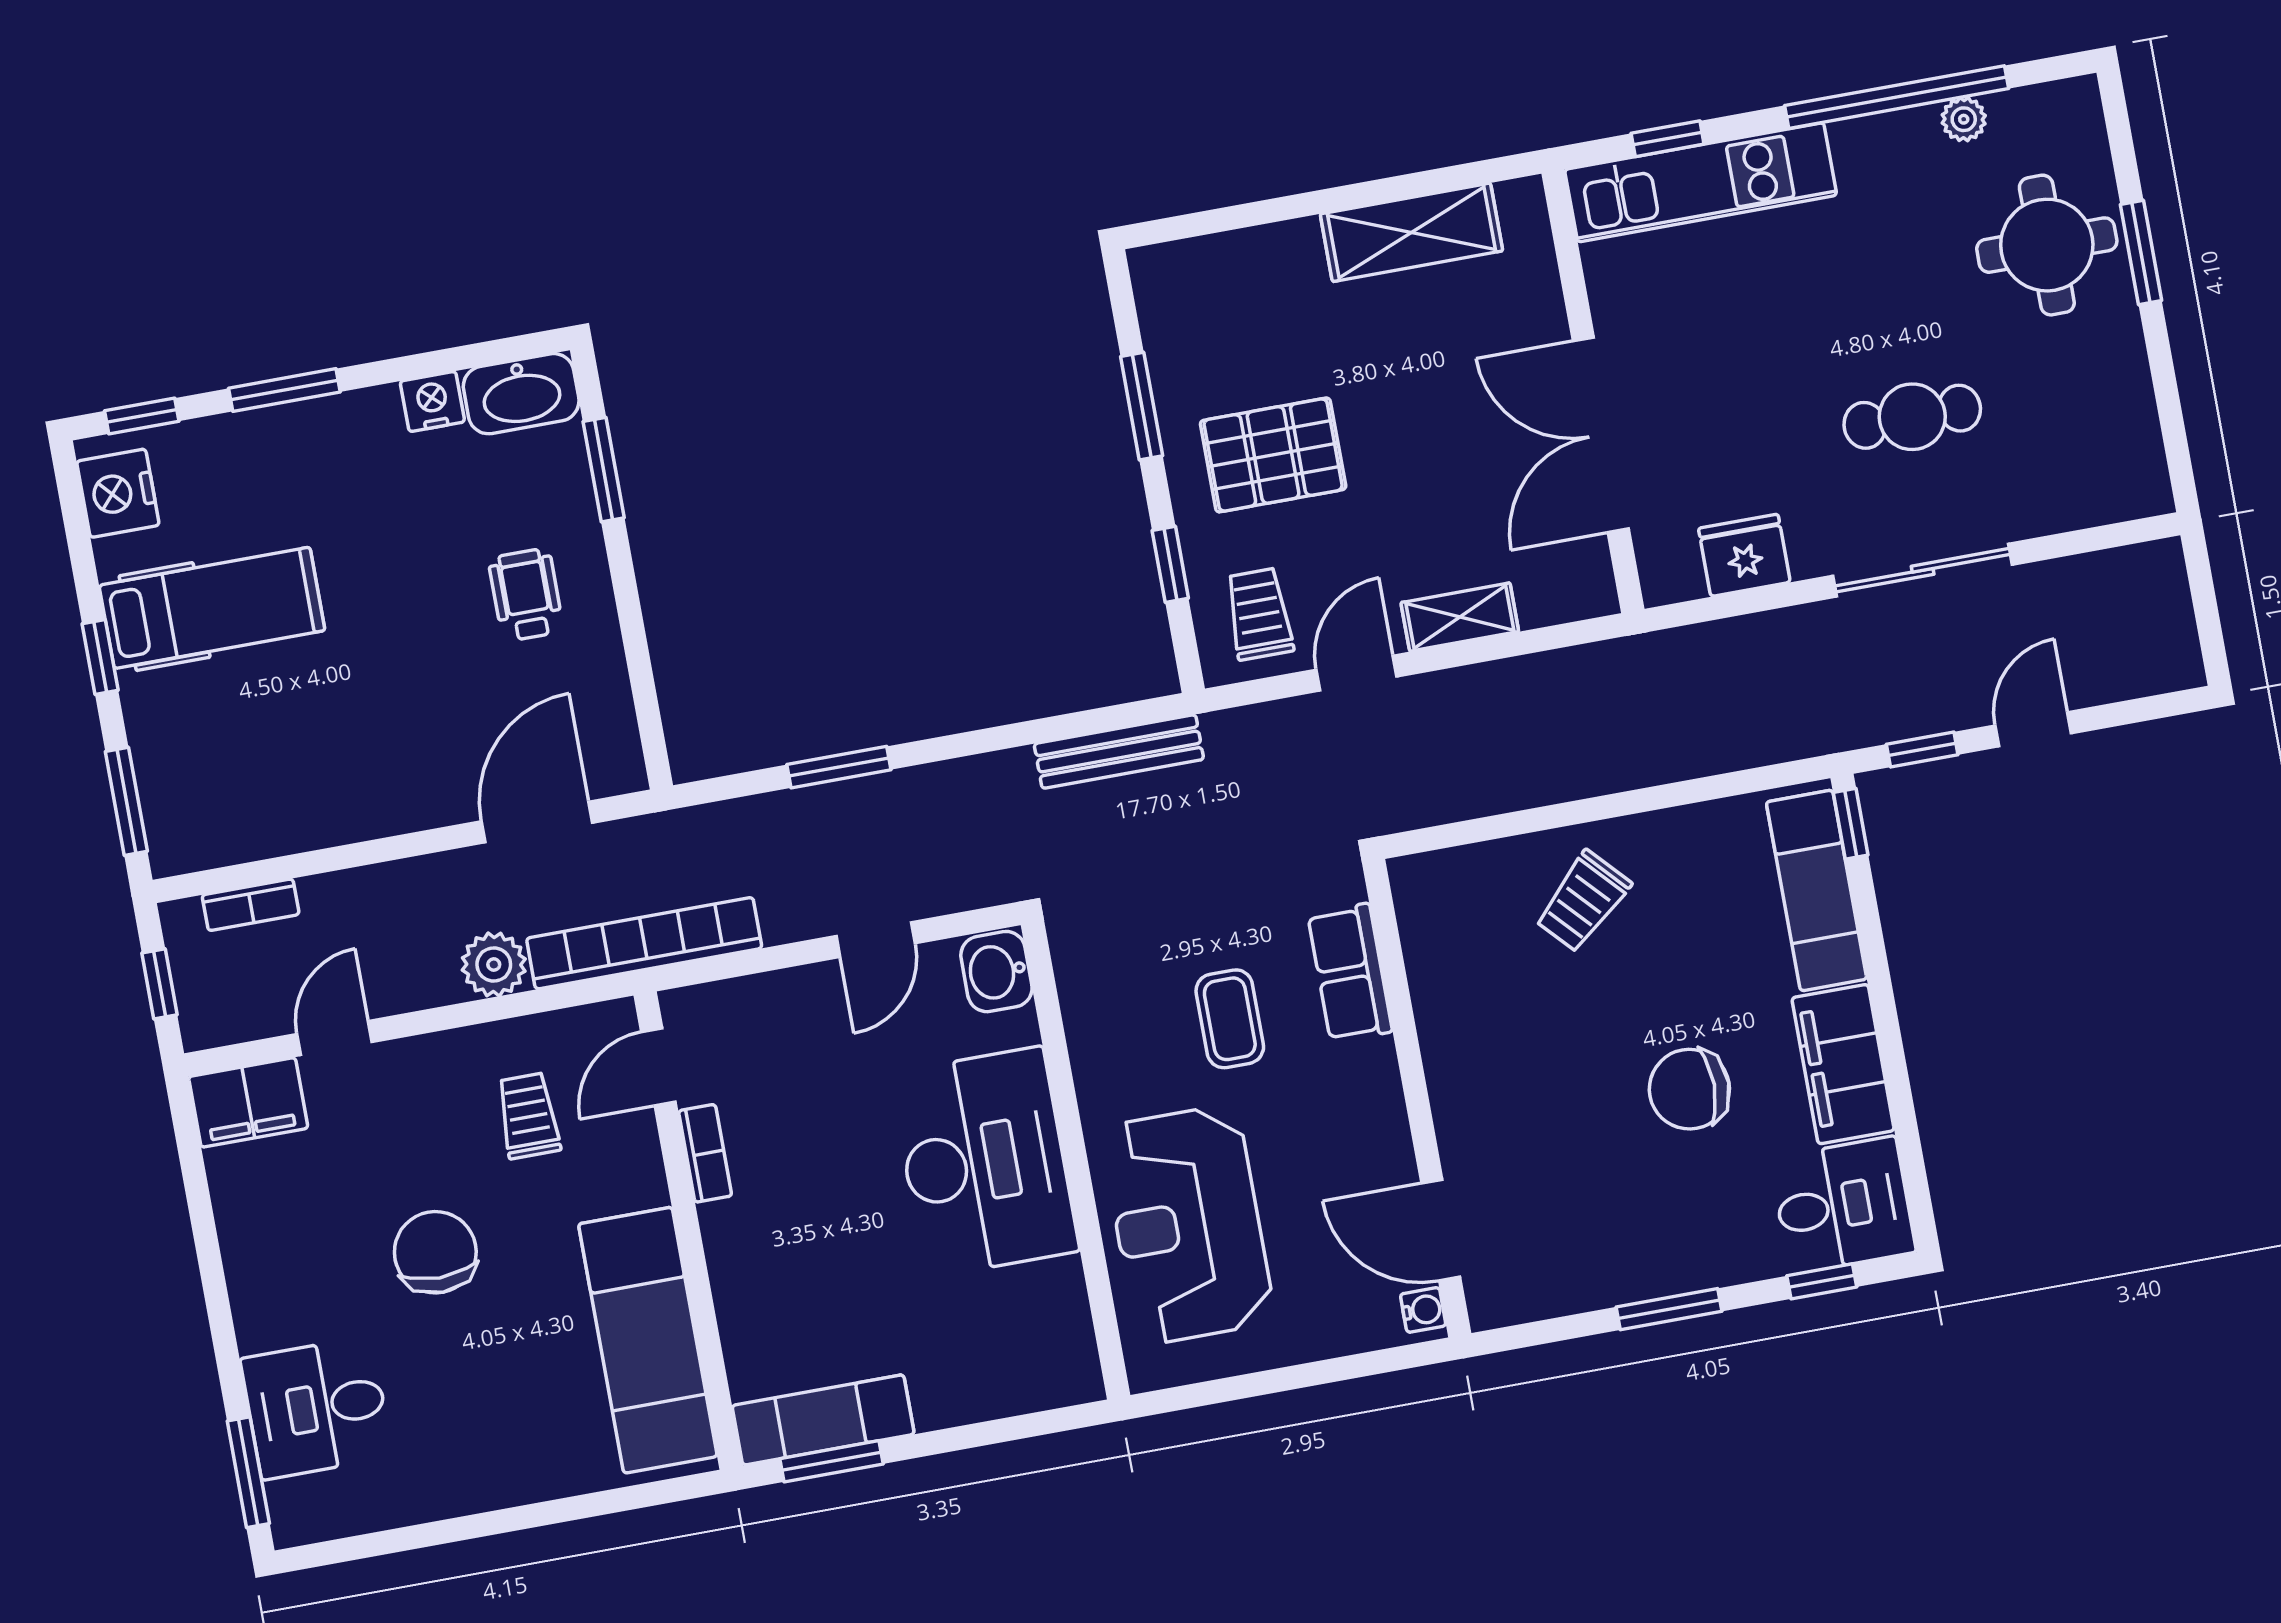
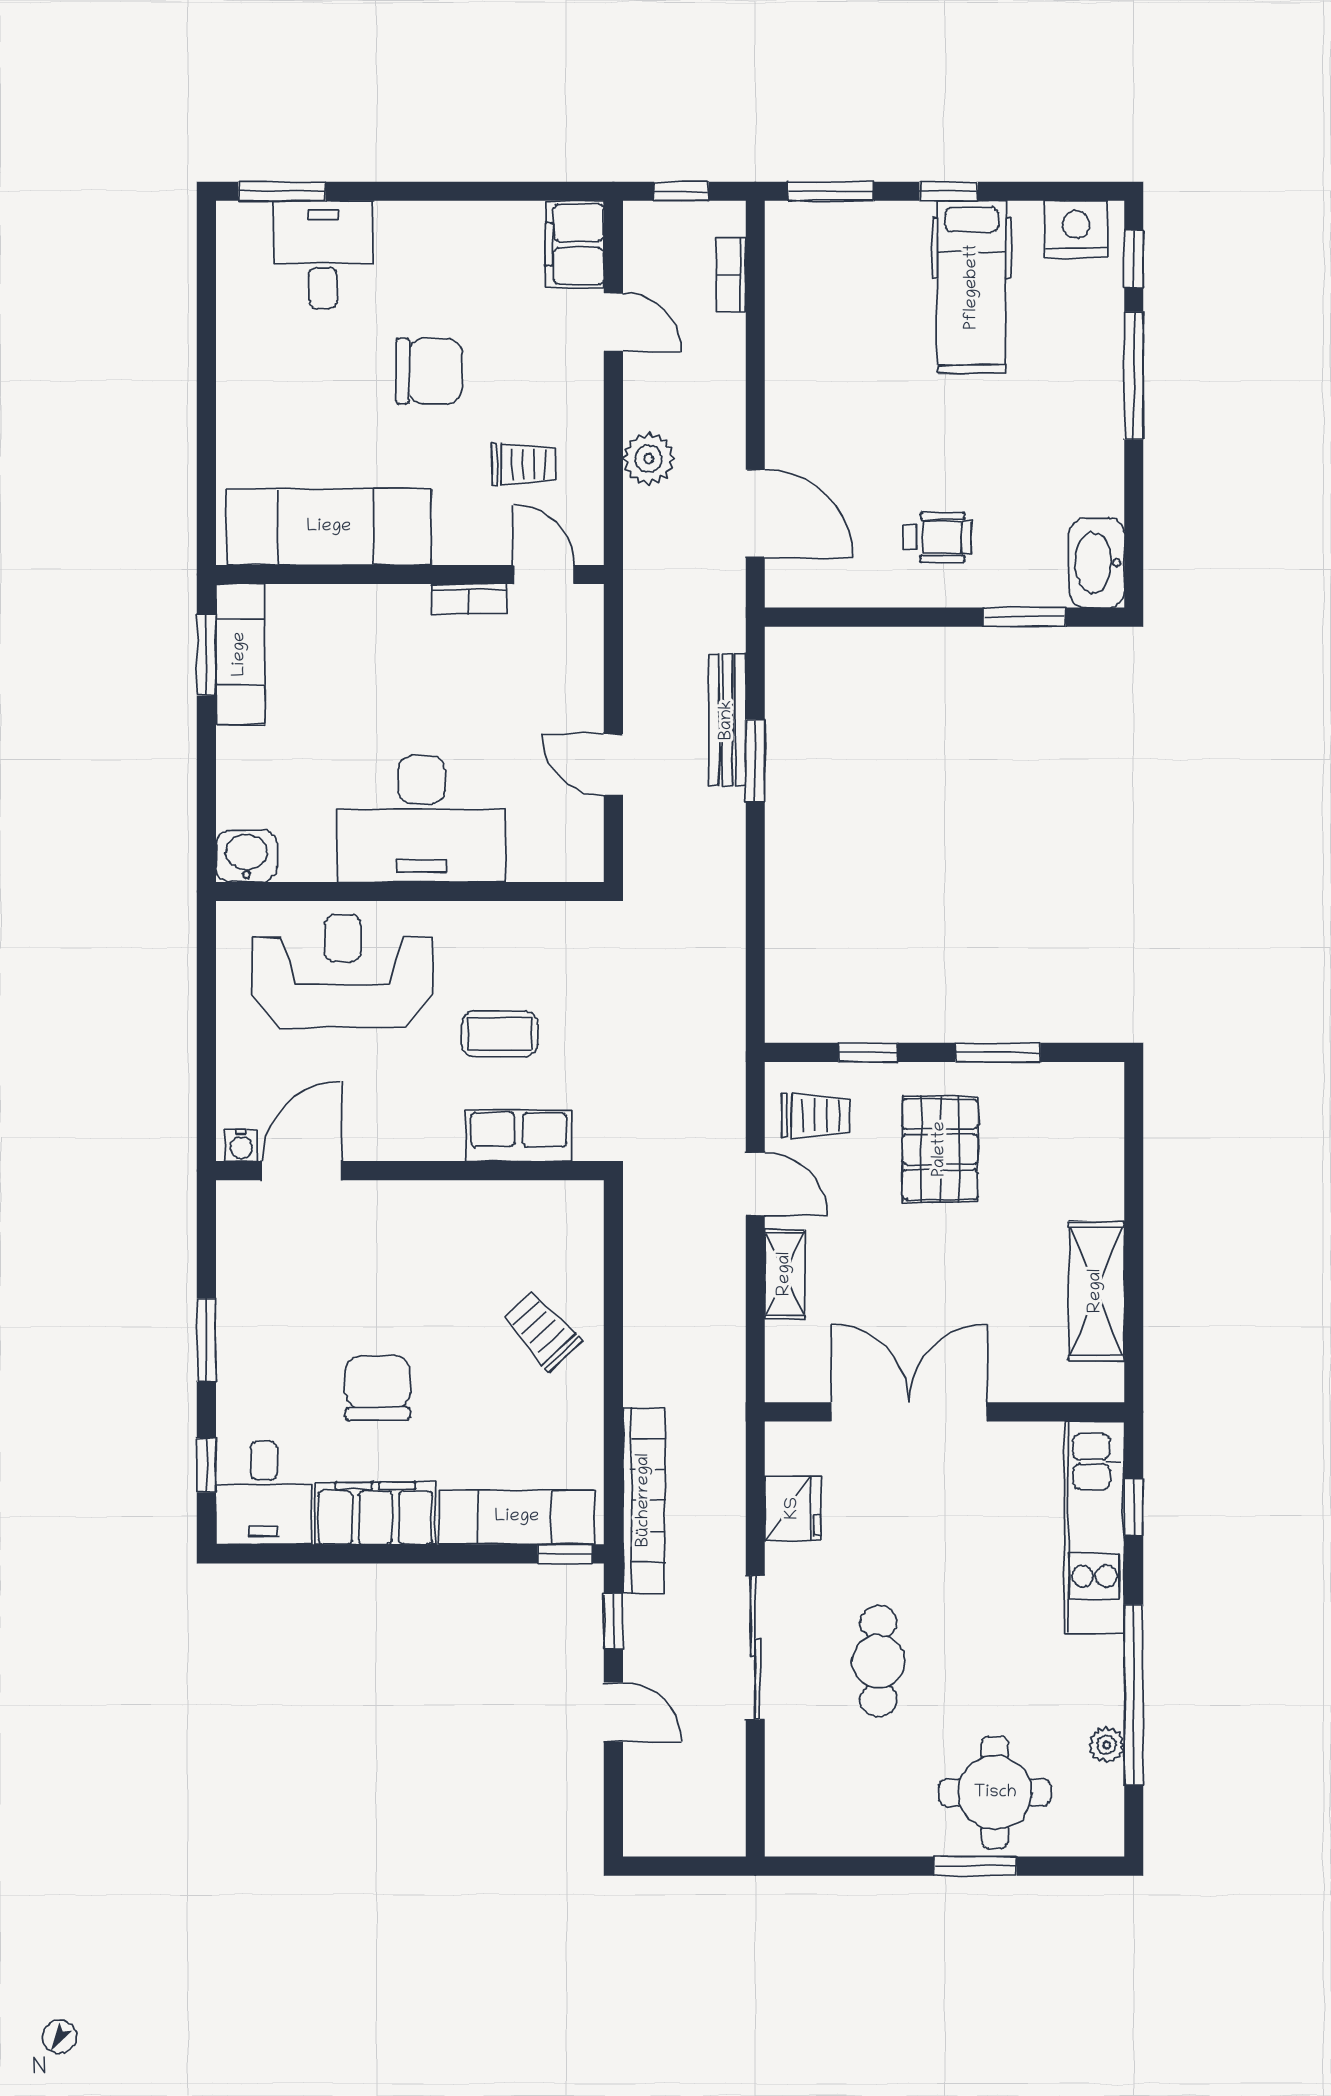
window: (284, 390) -> (1134, 376), width x1.44
nightstand: (432, 402) -> (1103, 491), removed
bench: (1119, 752) -> (727, 720), moved
bookcase: (644, 943) -> (644, 1500), moved
washbasin: (996, 972) -> (247, 856), moved

